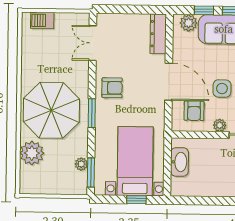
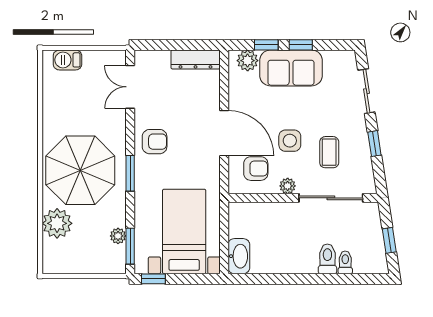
dresser: (158, 34) -> (196, 59), moved, turned -90
armchair: (194, 111) -> (256, 169), turned -90
washbasin: (180, 162) -> (239, 256), moved
window: (136, 200) -> (153, 279), moved

